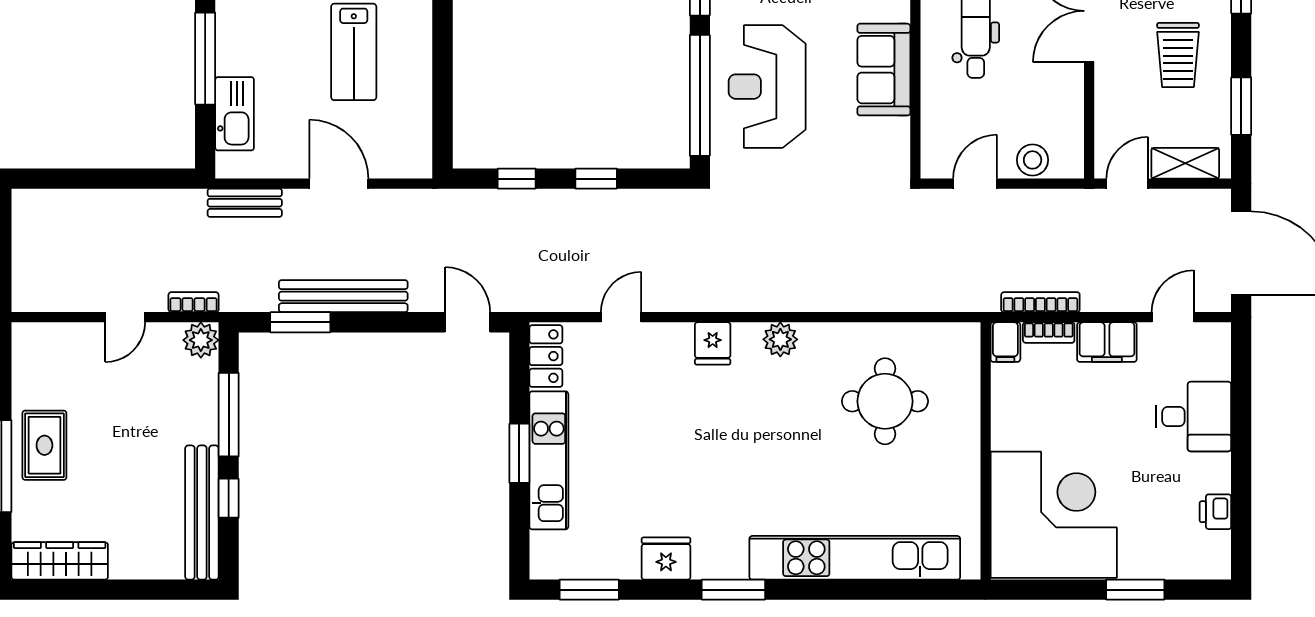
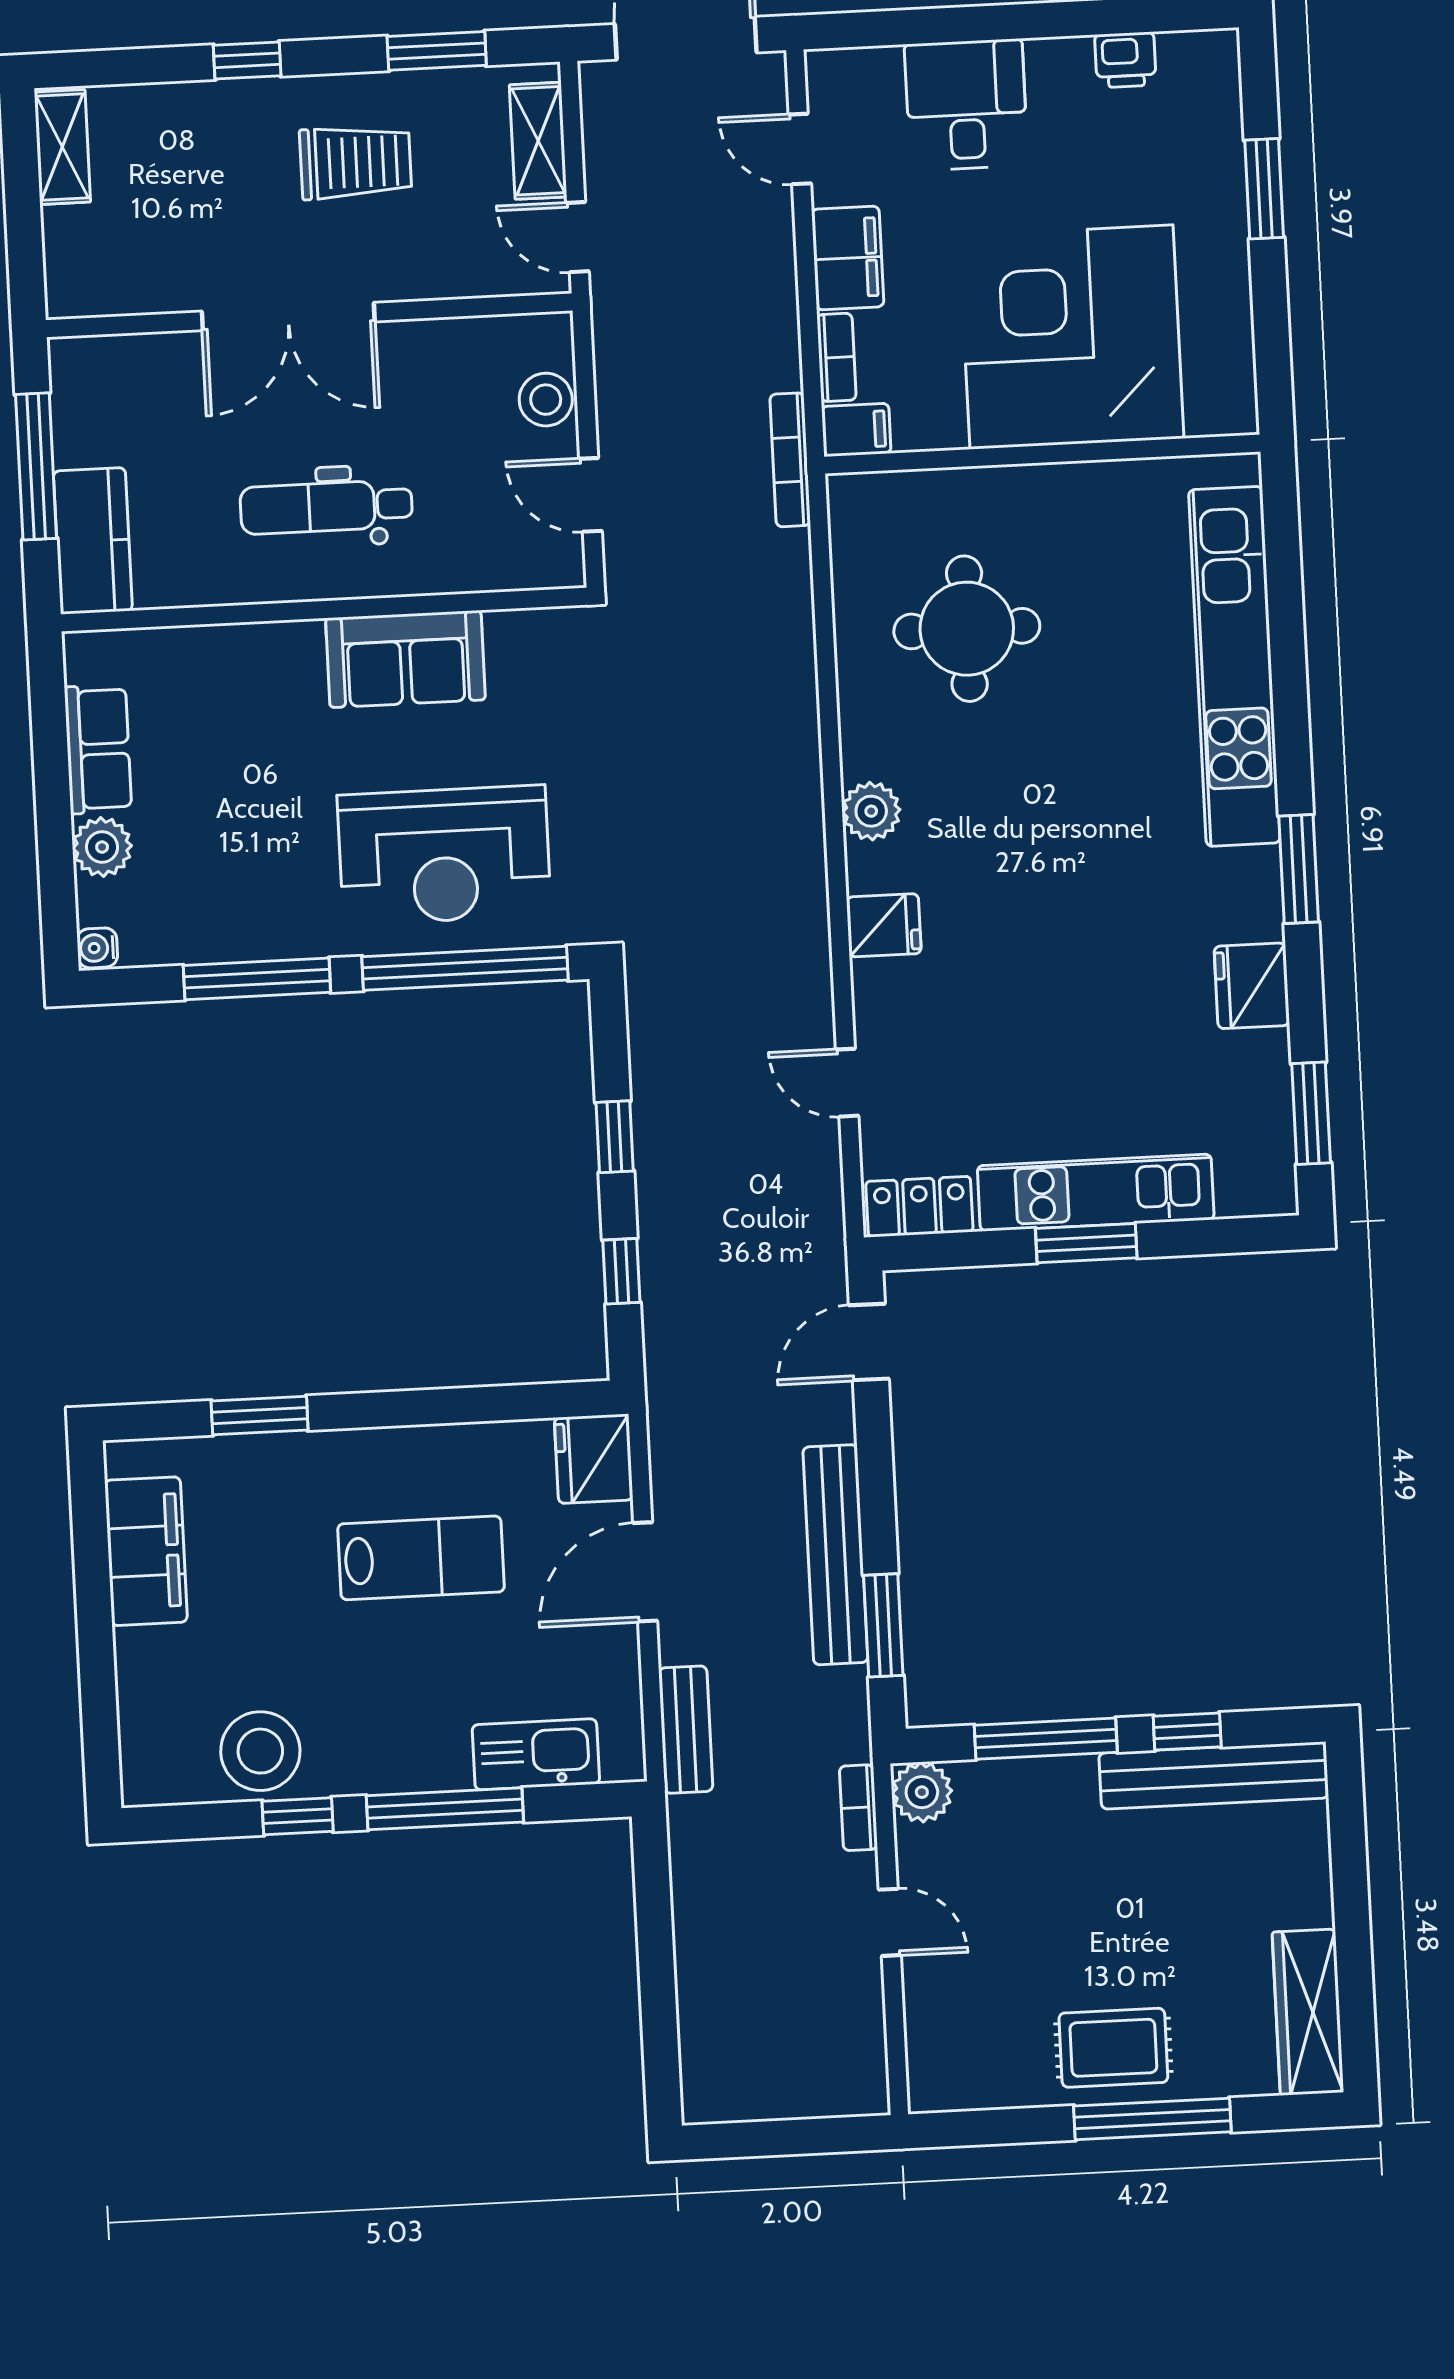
fridge: (407, 157) -> (594, 1459), added
bookcase: (1040, 302) -> (790, 460), moved
corner desk: (1054, 515) -> (1072, 337), moved

